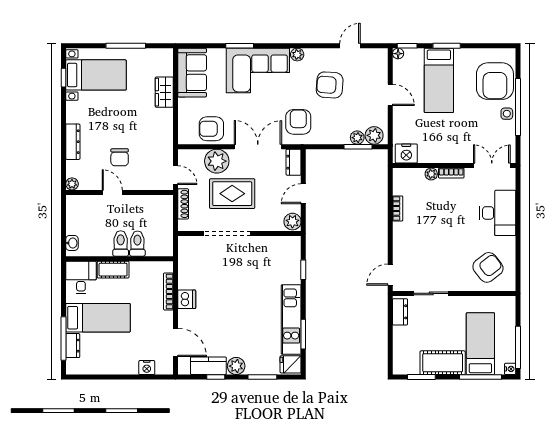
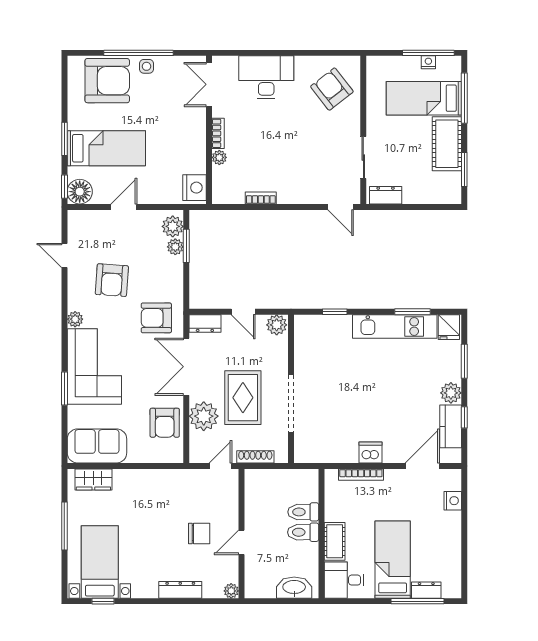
floor lamp: (398, 54) -> (80, 192), width x1.89, depth x1.89
wardrobe: (164, 92) -> (93, 480), moved
washbasin: (72, 243) -> (294, 588), width x1.91, depth x1.45
nightstand: (510, 369) -> (428, 62), moved

